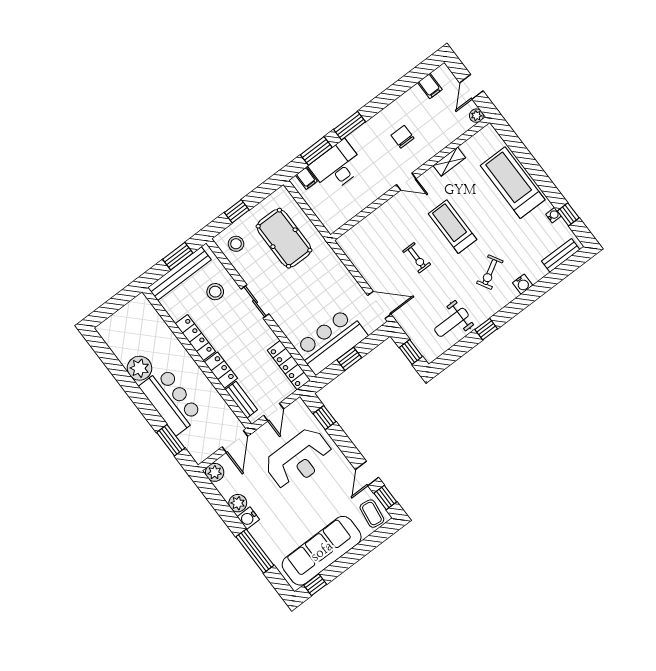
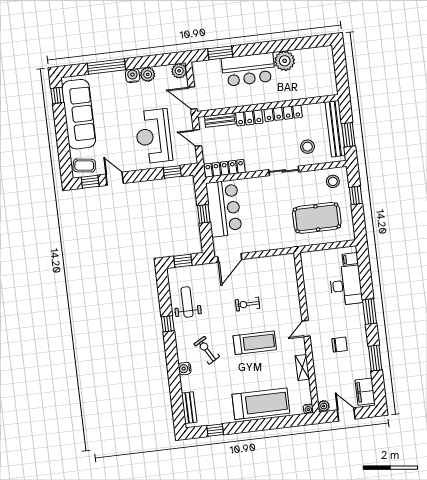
filing cabinet: (430, 86) -> (365, 392), width x2.00
window: (316, 151) -> (375, 358), moved
water cooler: (553, 215) -> (308, 409), moved

